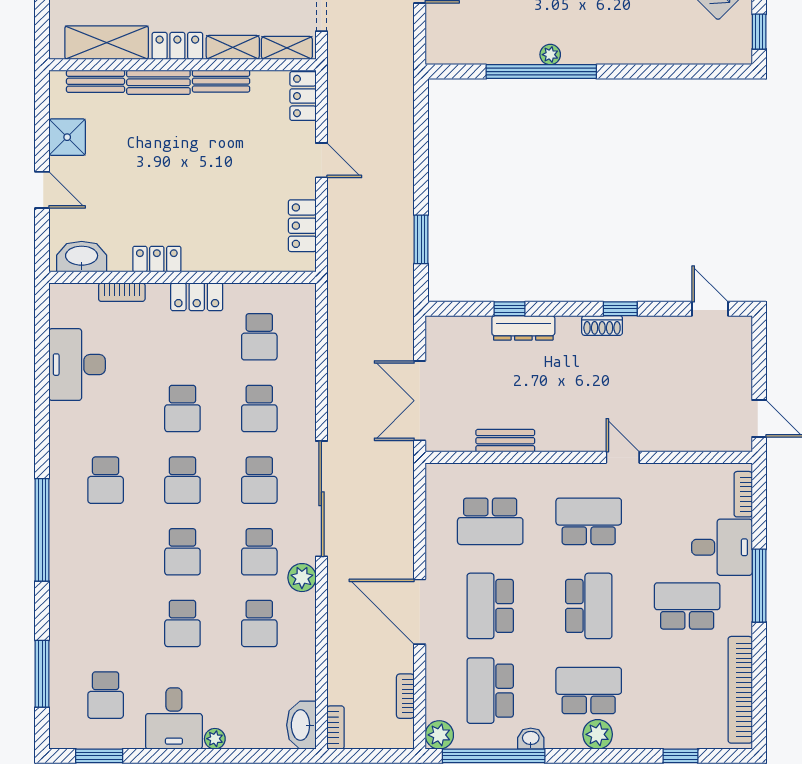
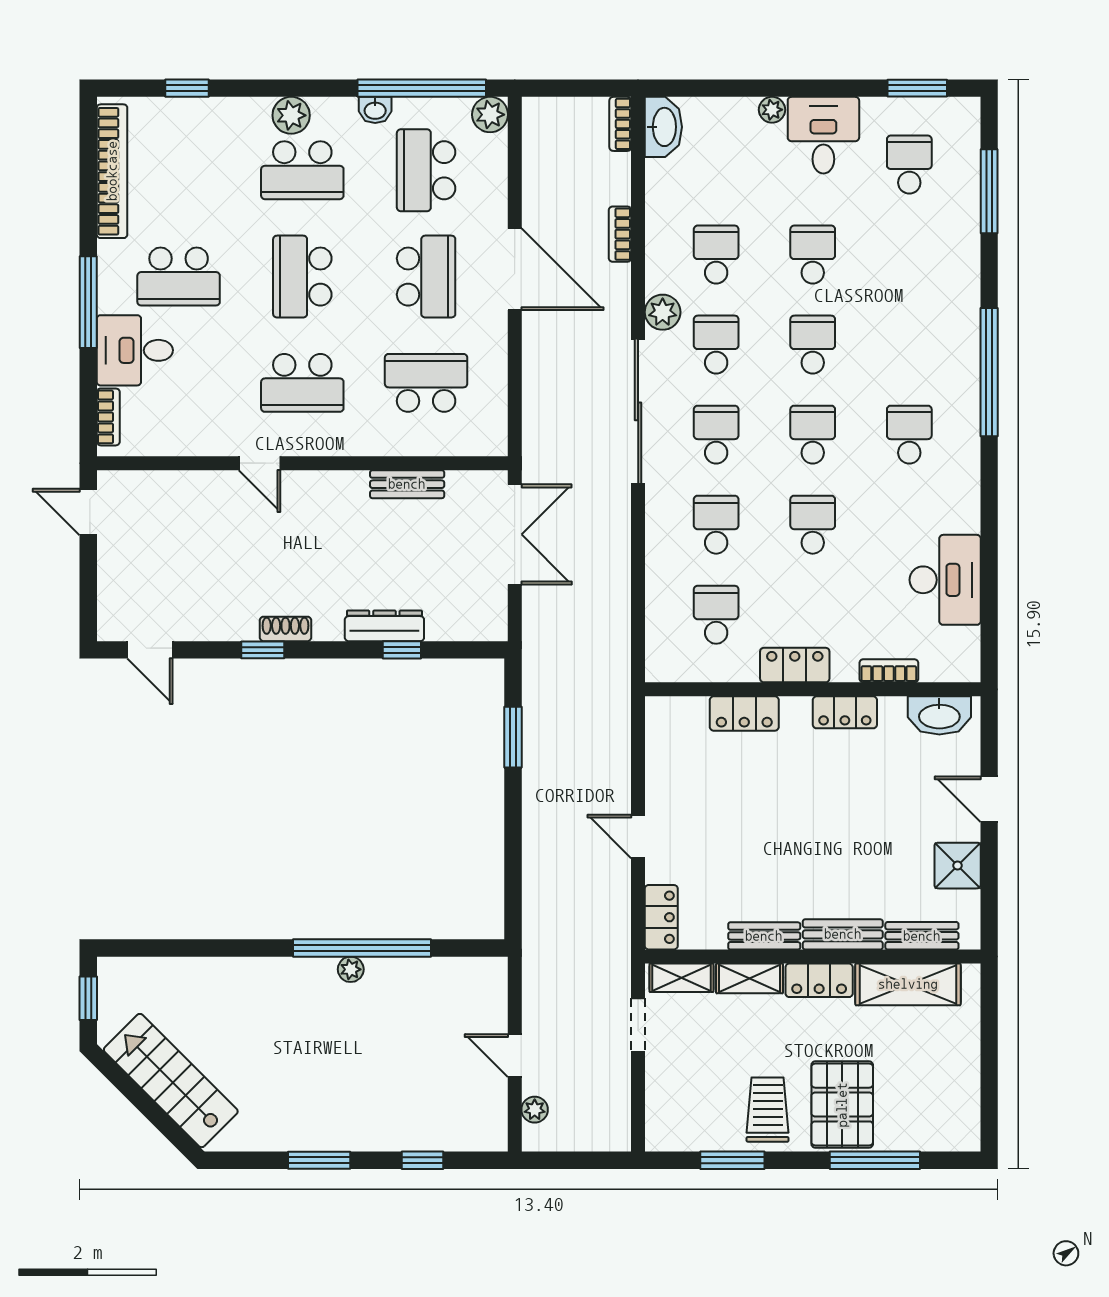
locker: (302, 226) -> (744, 714), moved, turned 90
school desk: (490, 691) -> (426, 170), turned 180
bookcase: (405, 696) -> (620, 234), moved, turned 180

